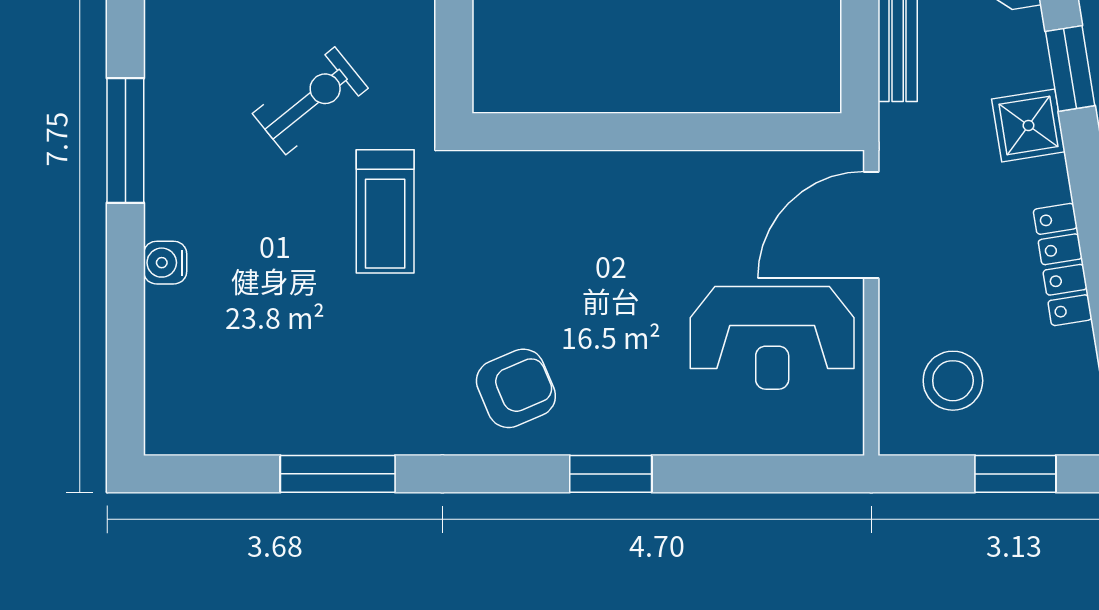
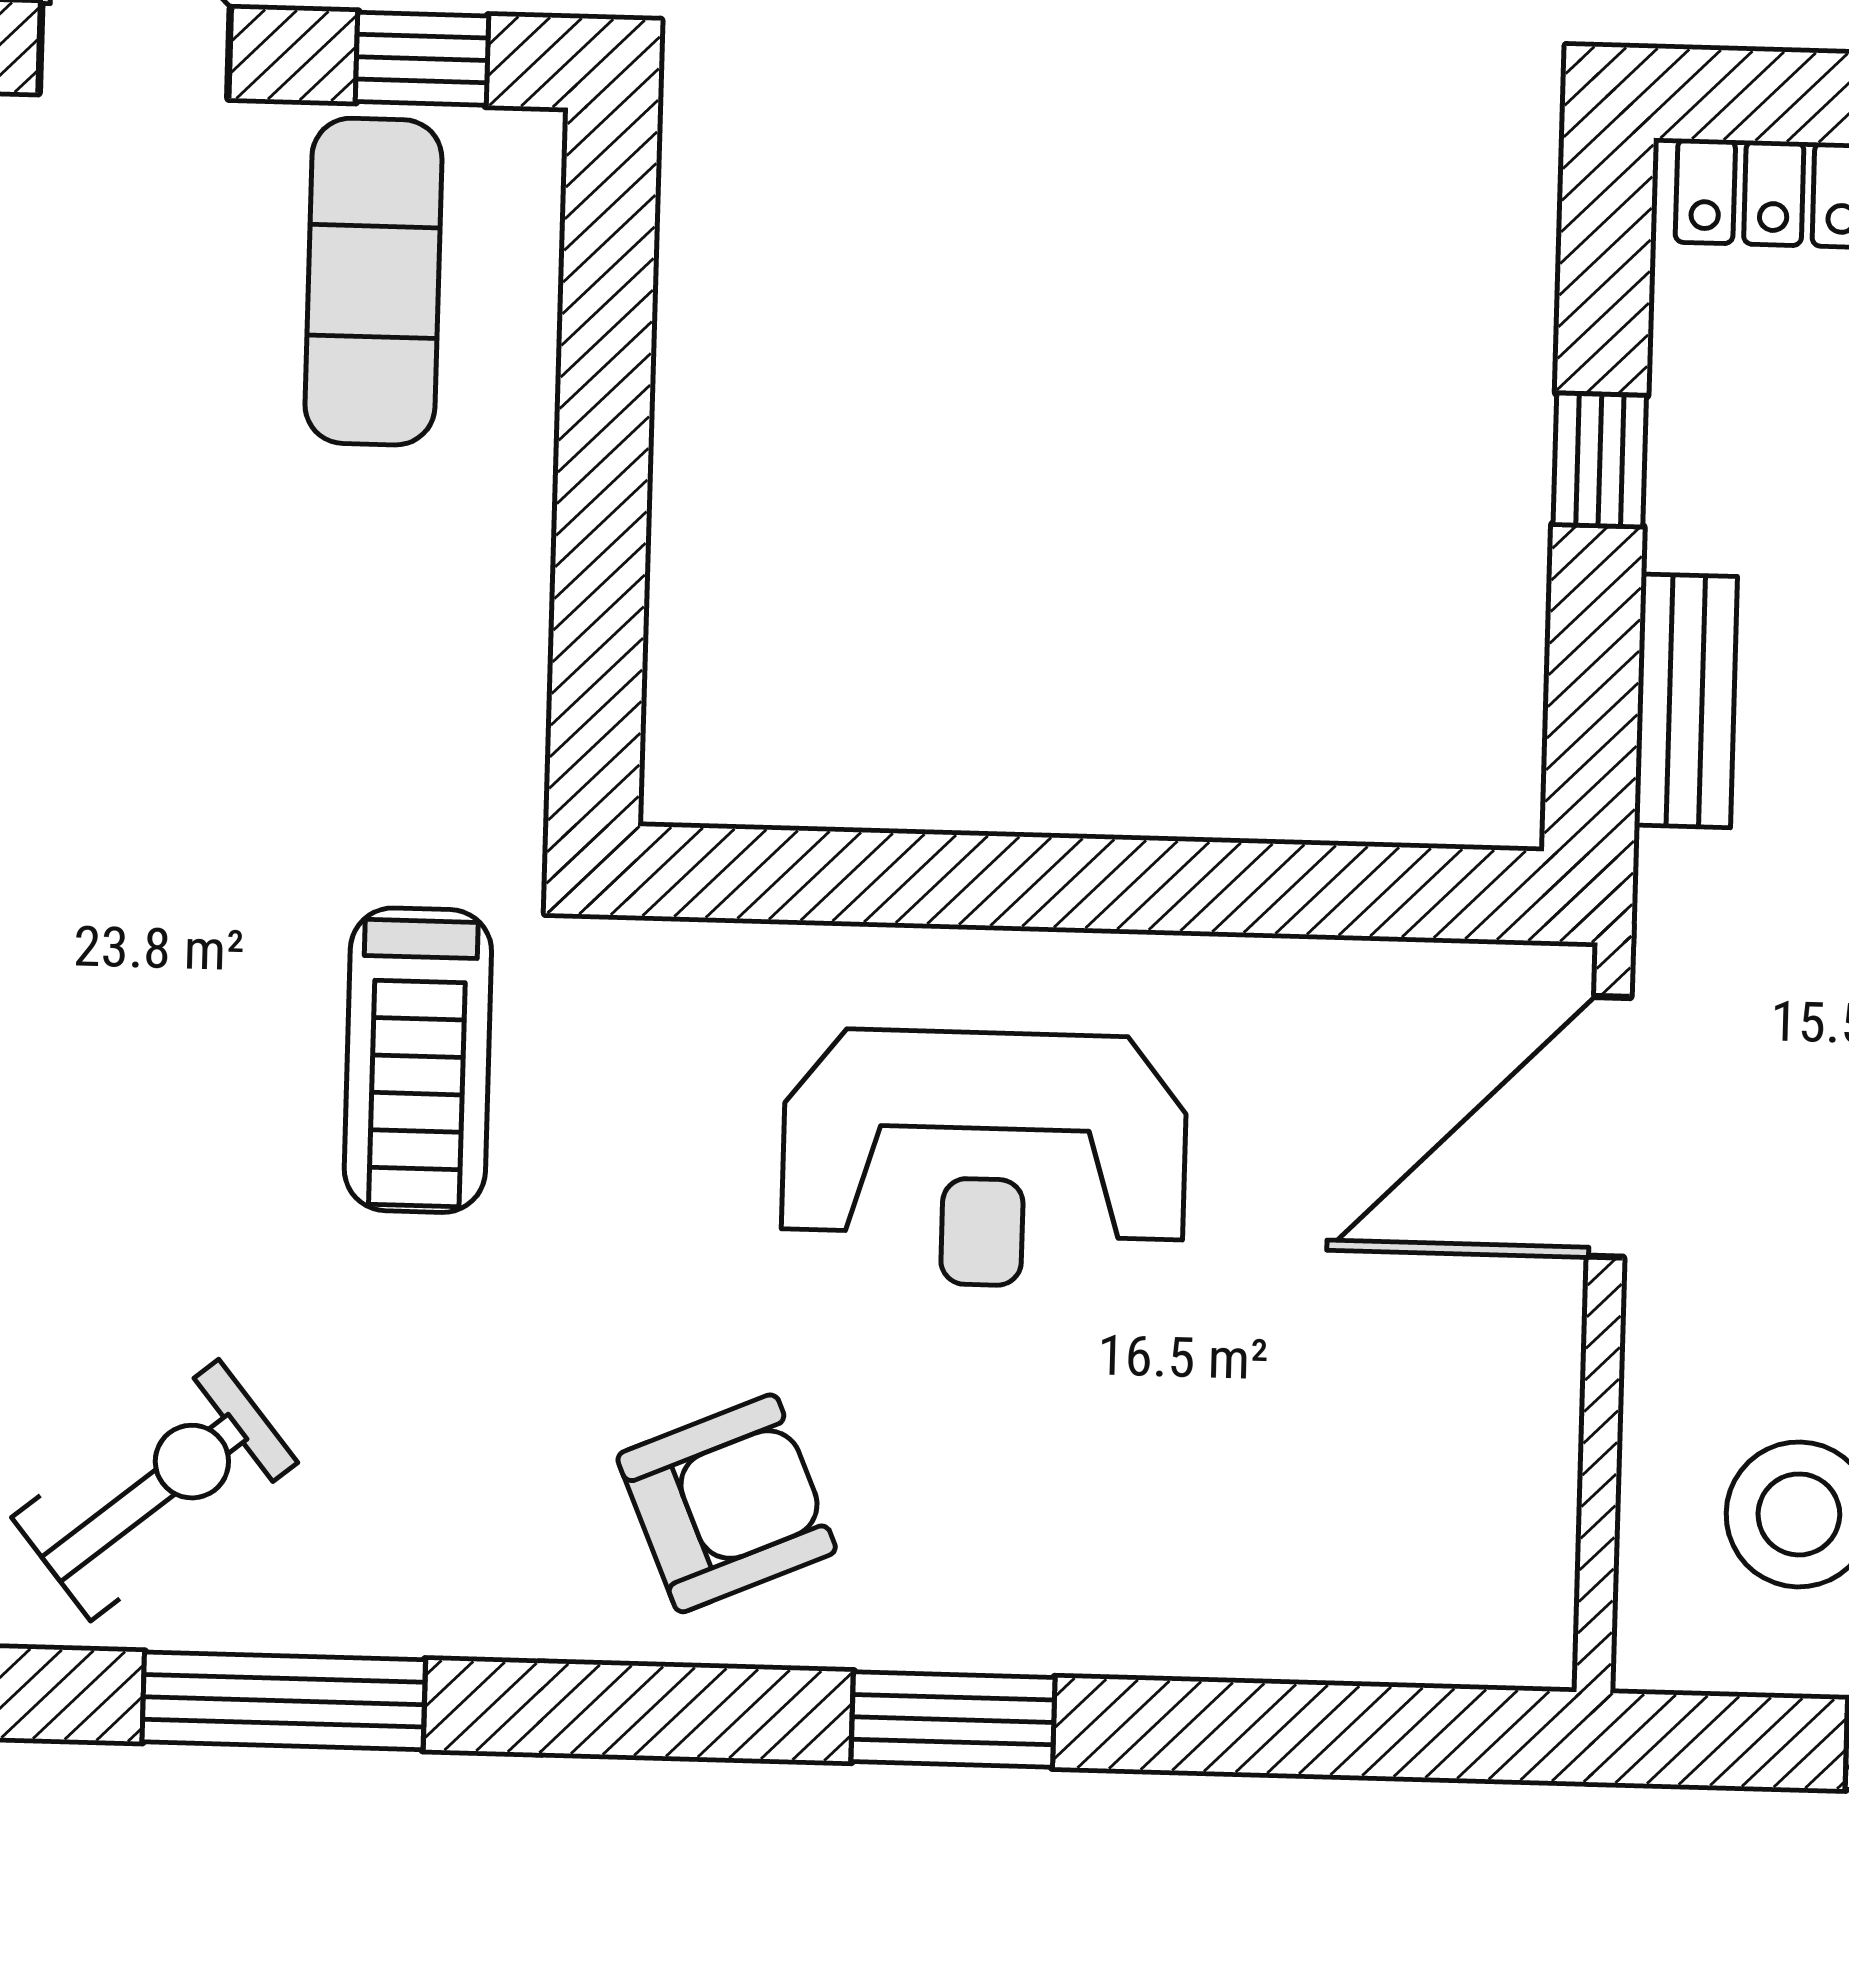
exercise bike: (310, 101) -> (155, 1490), moved
reception desk: (772, 338) -> (984, 1159), moved

